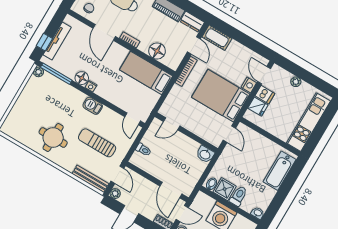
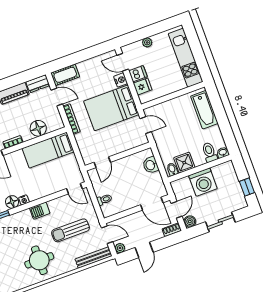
washbasin: (205, 154) -> (151, 165), moved, turned 90
toilet: (238, 196) -> (209, 152), moved

